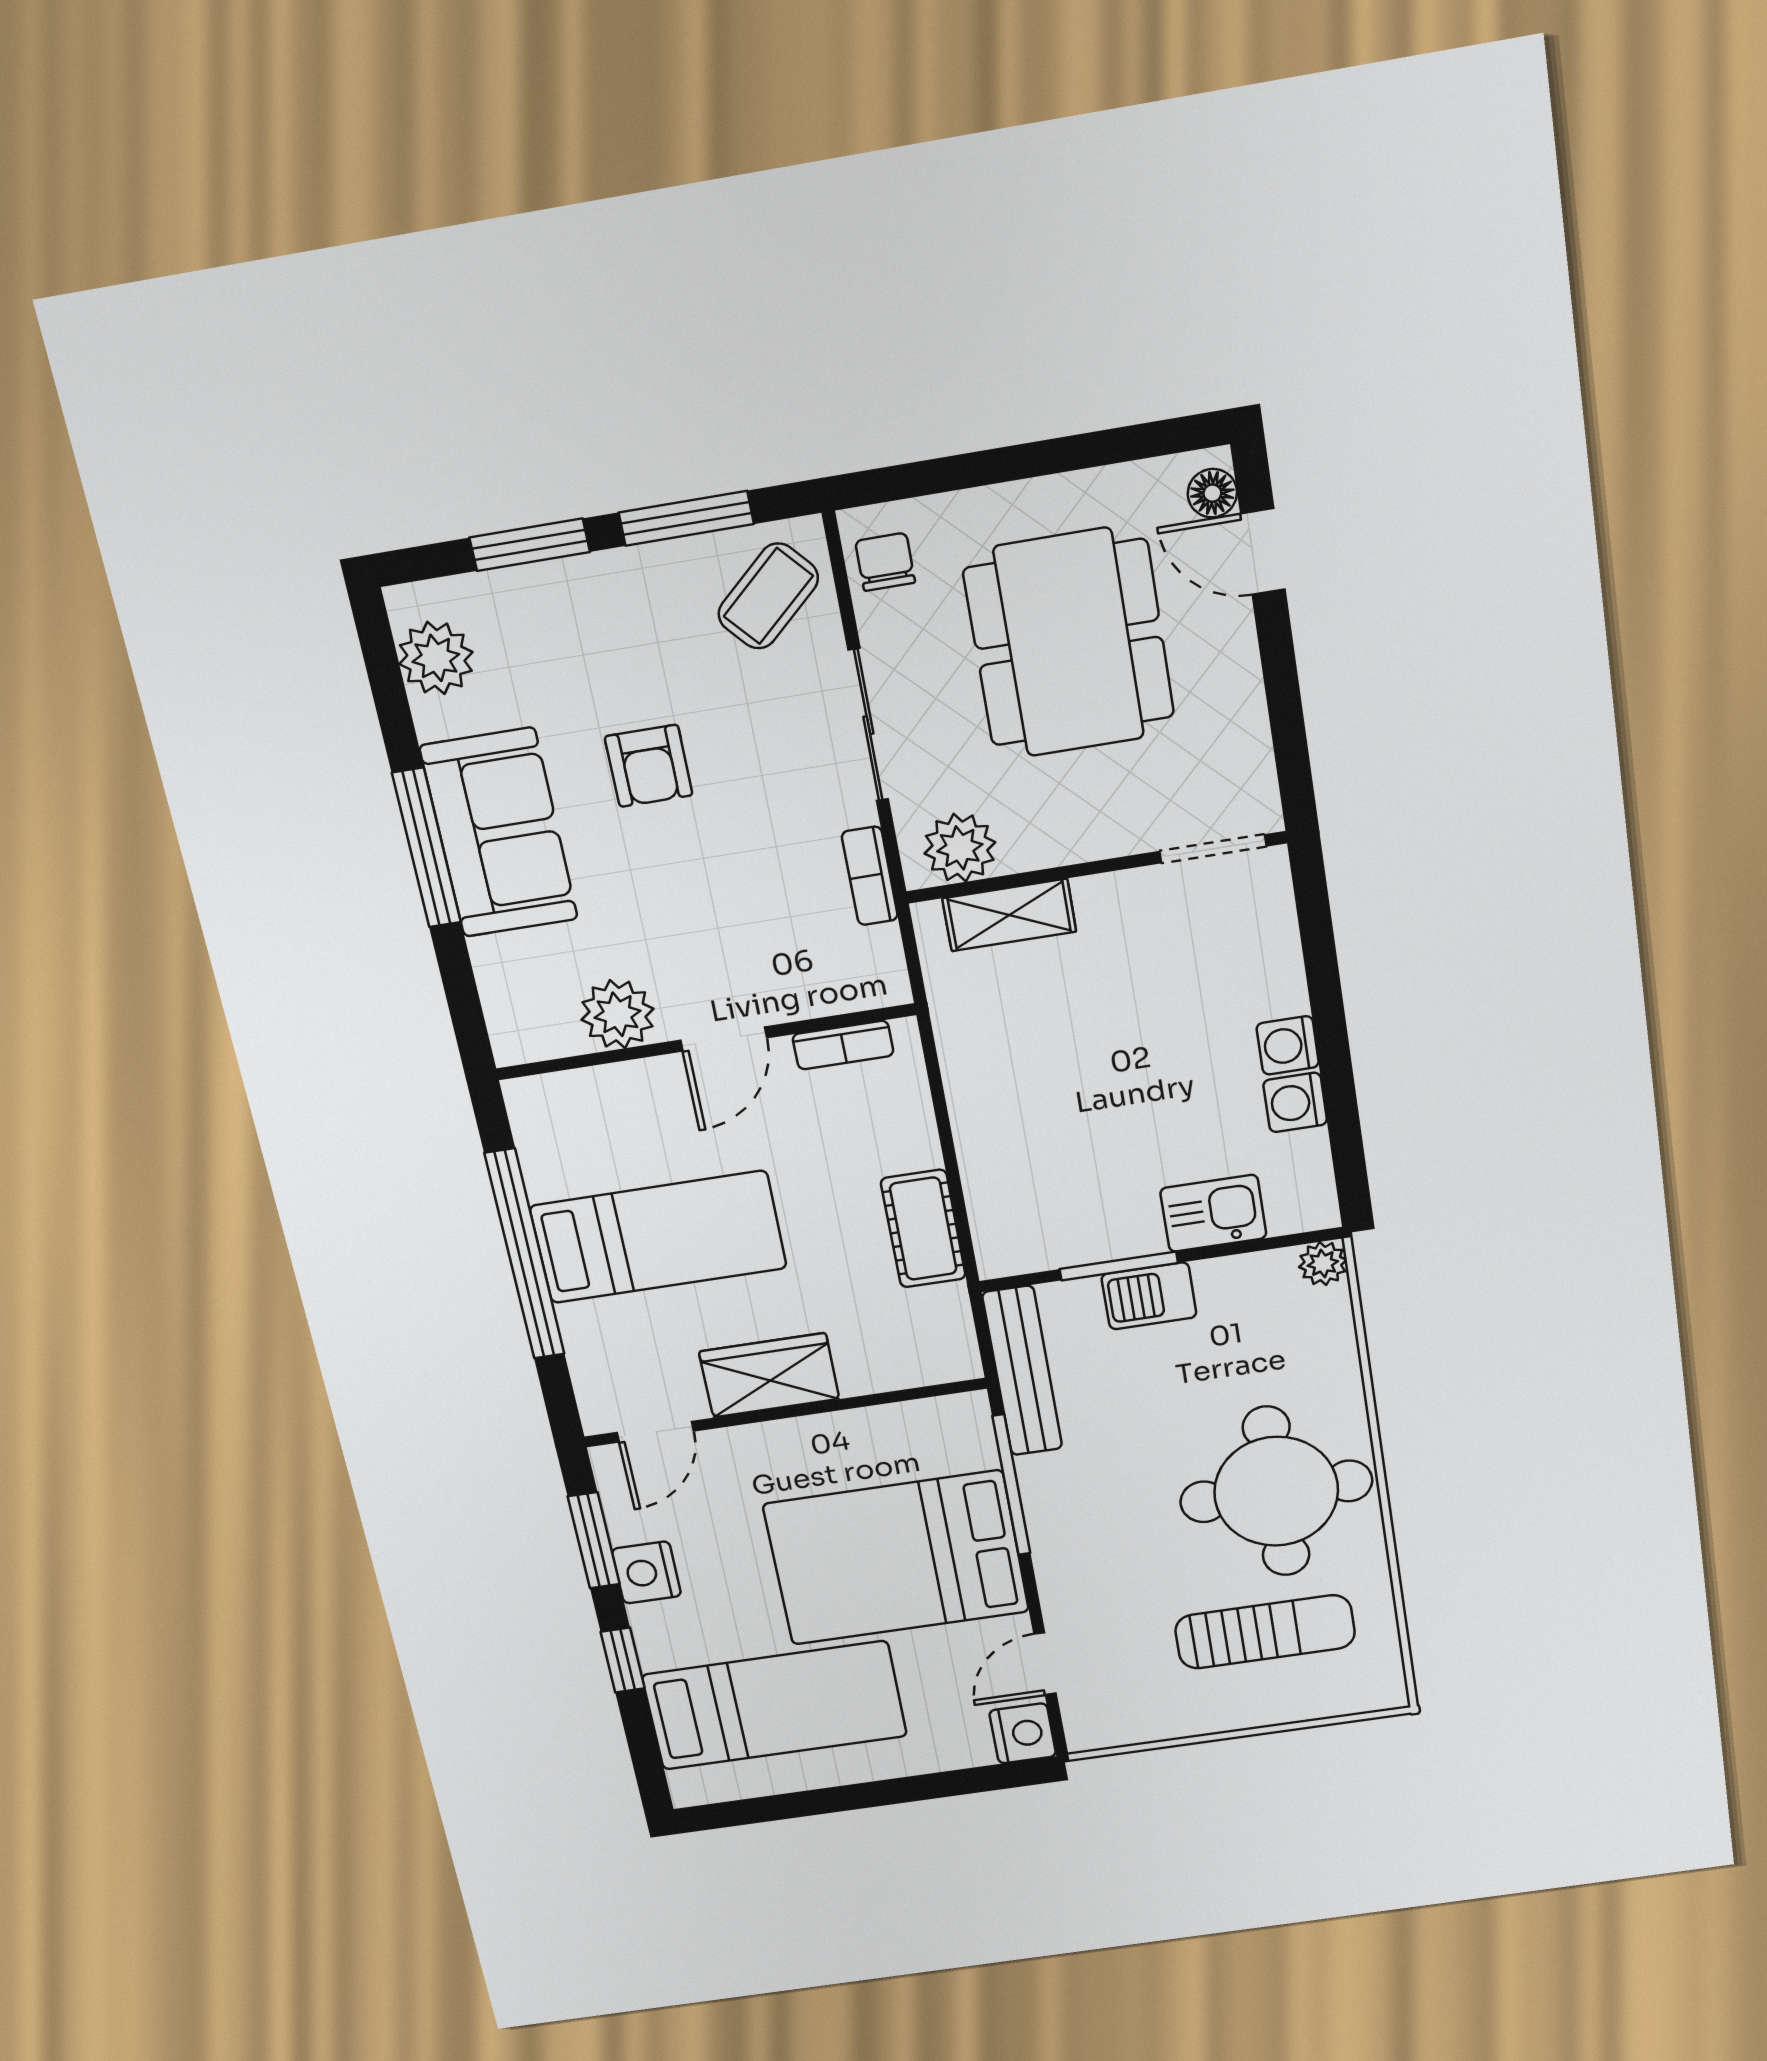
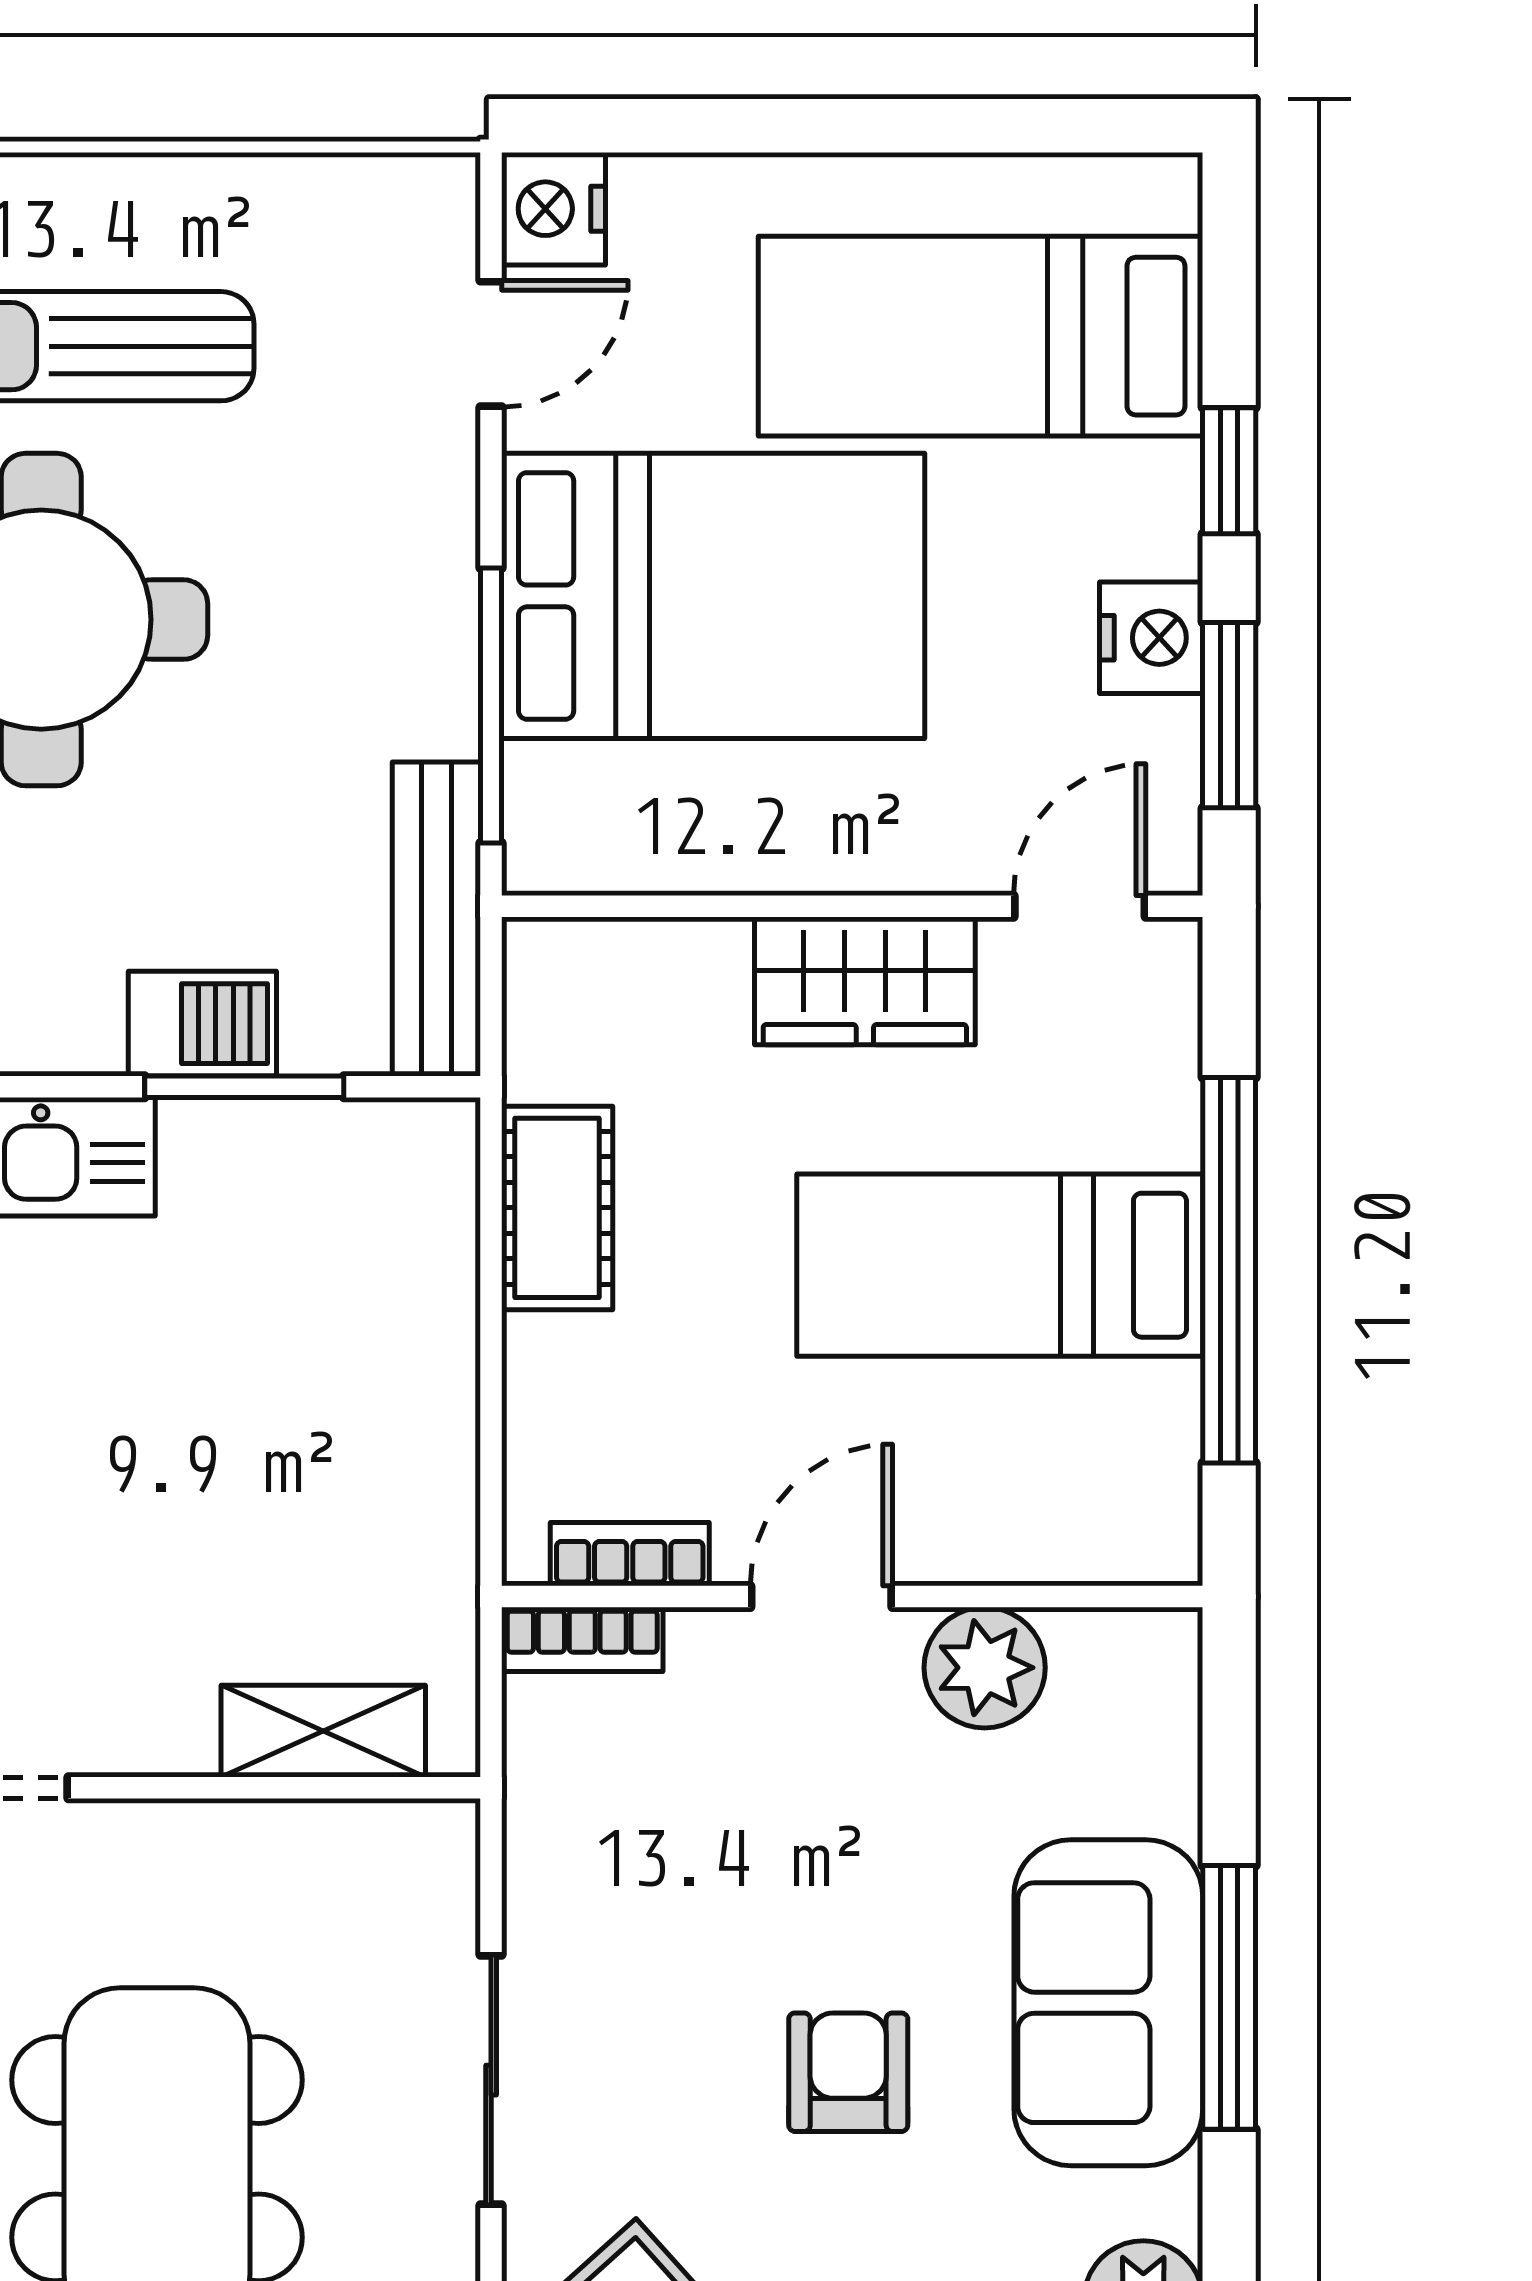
plant: (960, 848) -> (383, 1856), removed
bookcase: (870, 876) -> (582, 1639), moved, turned 90

